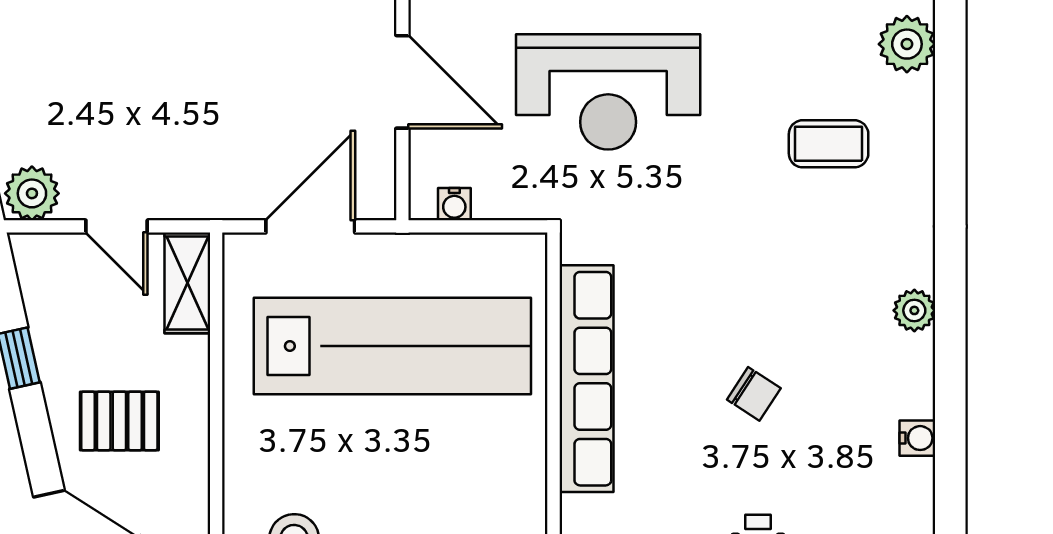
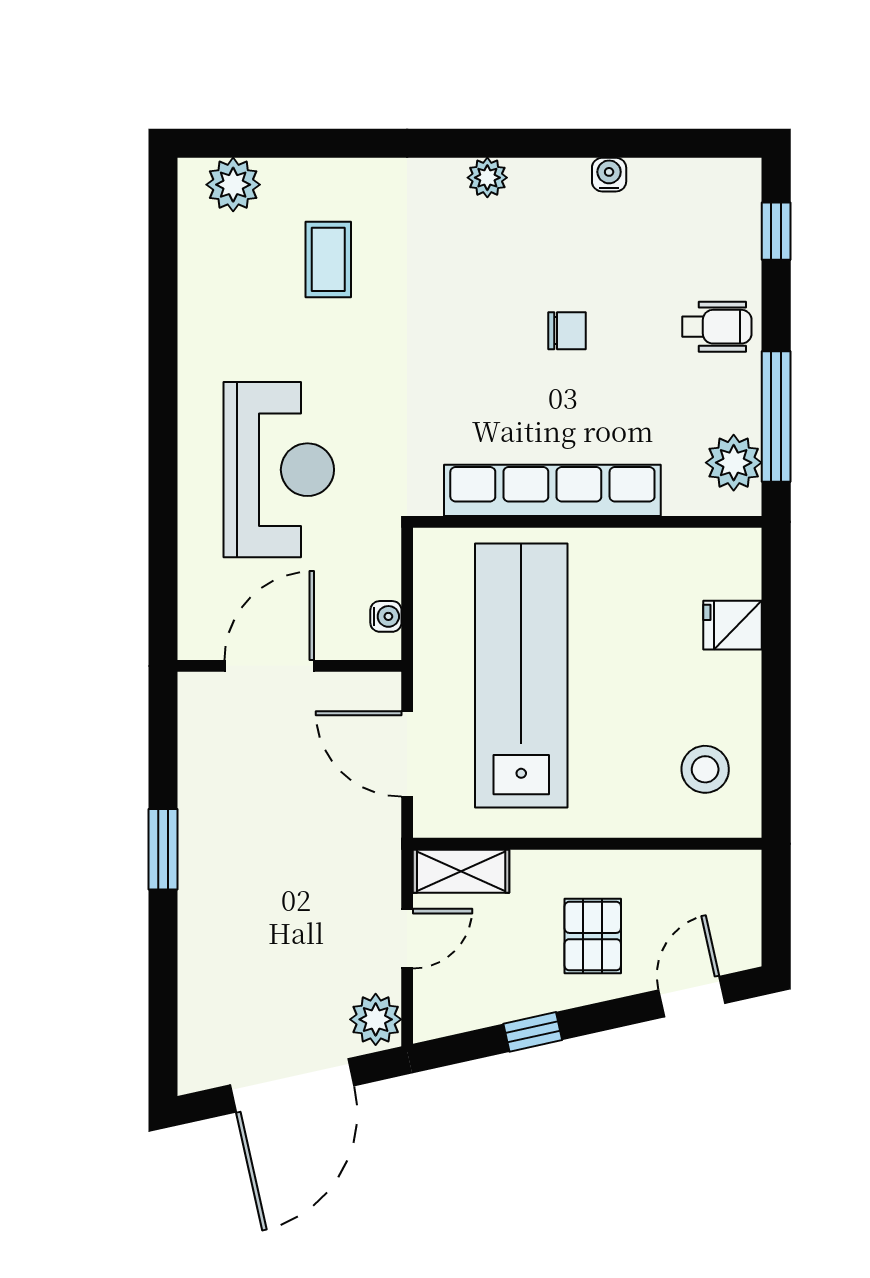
chair: (754, 394) -> (567, 331), turned 57

